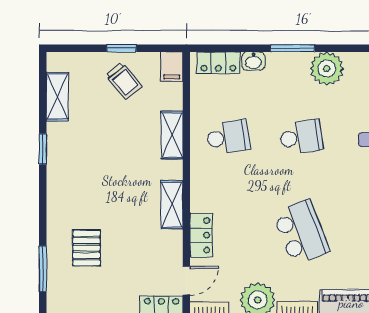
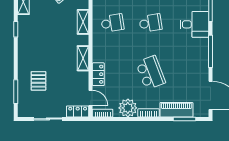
door: (186, 281) -> (91, 98), hinge flipped

